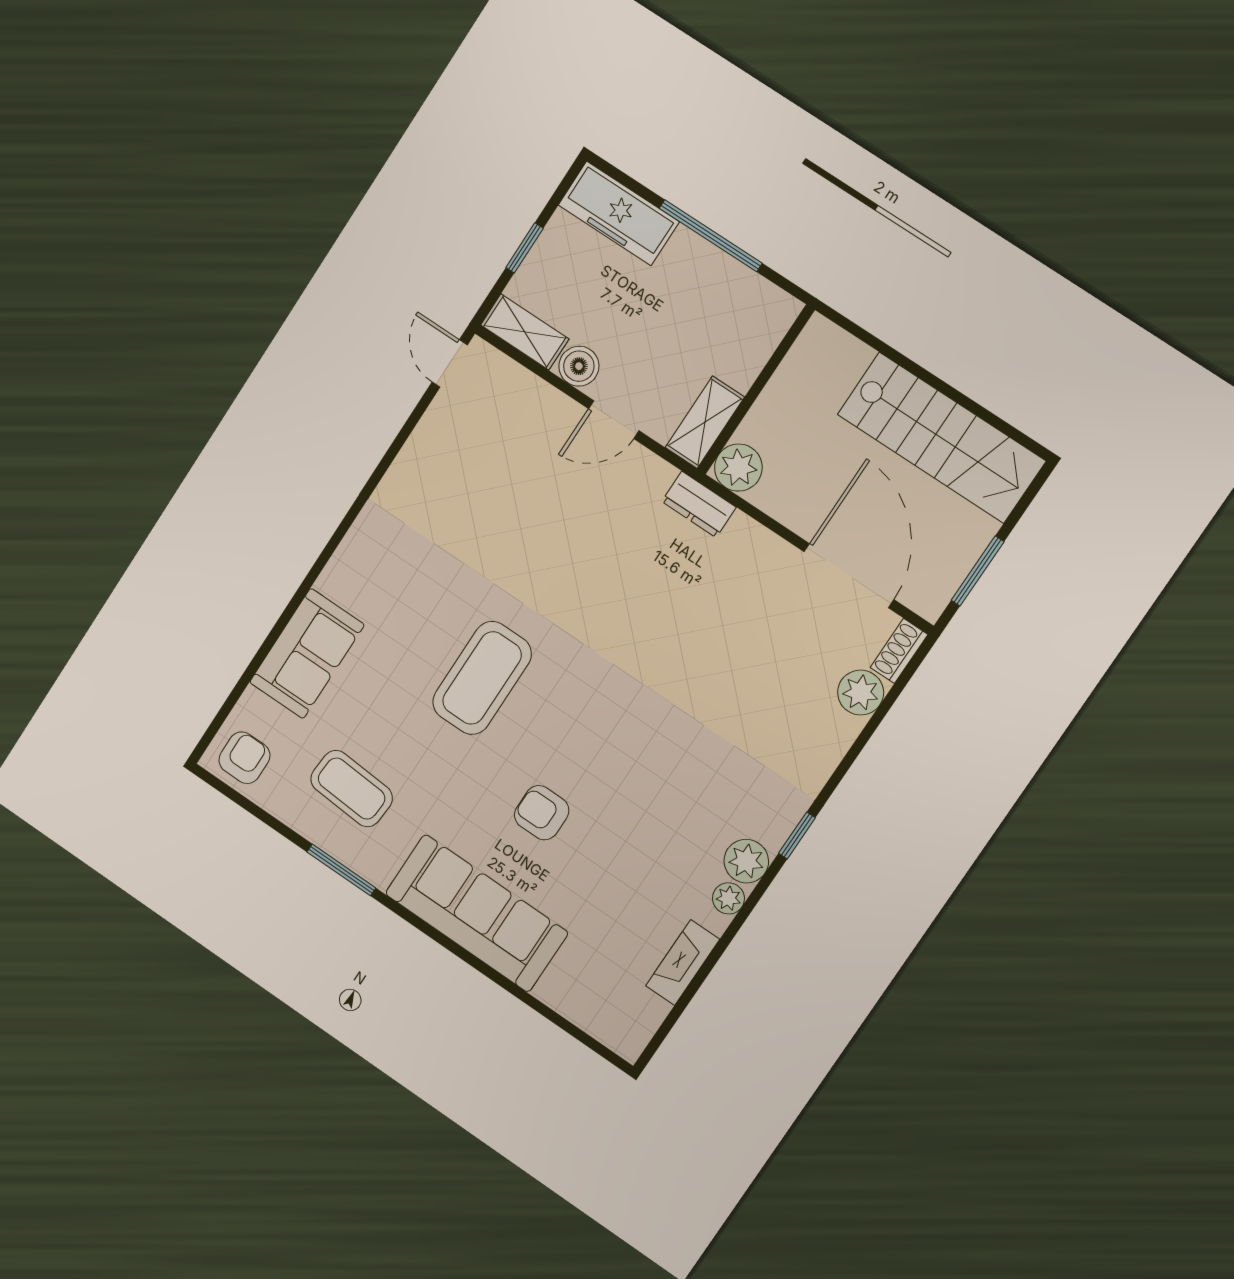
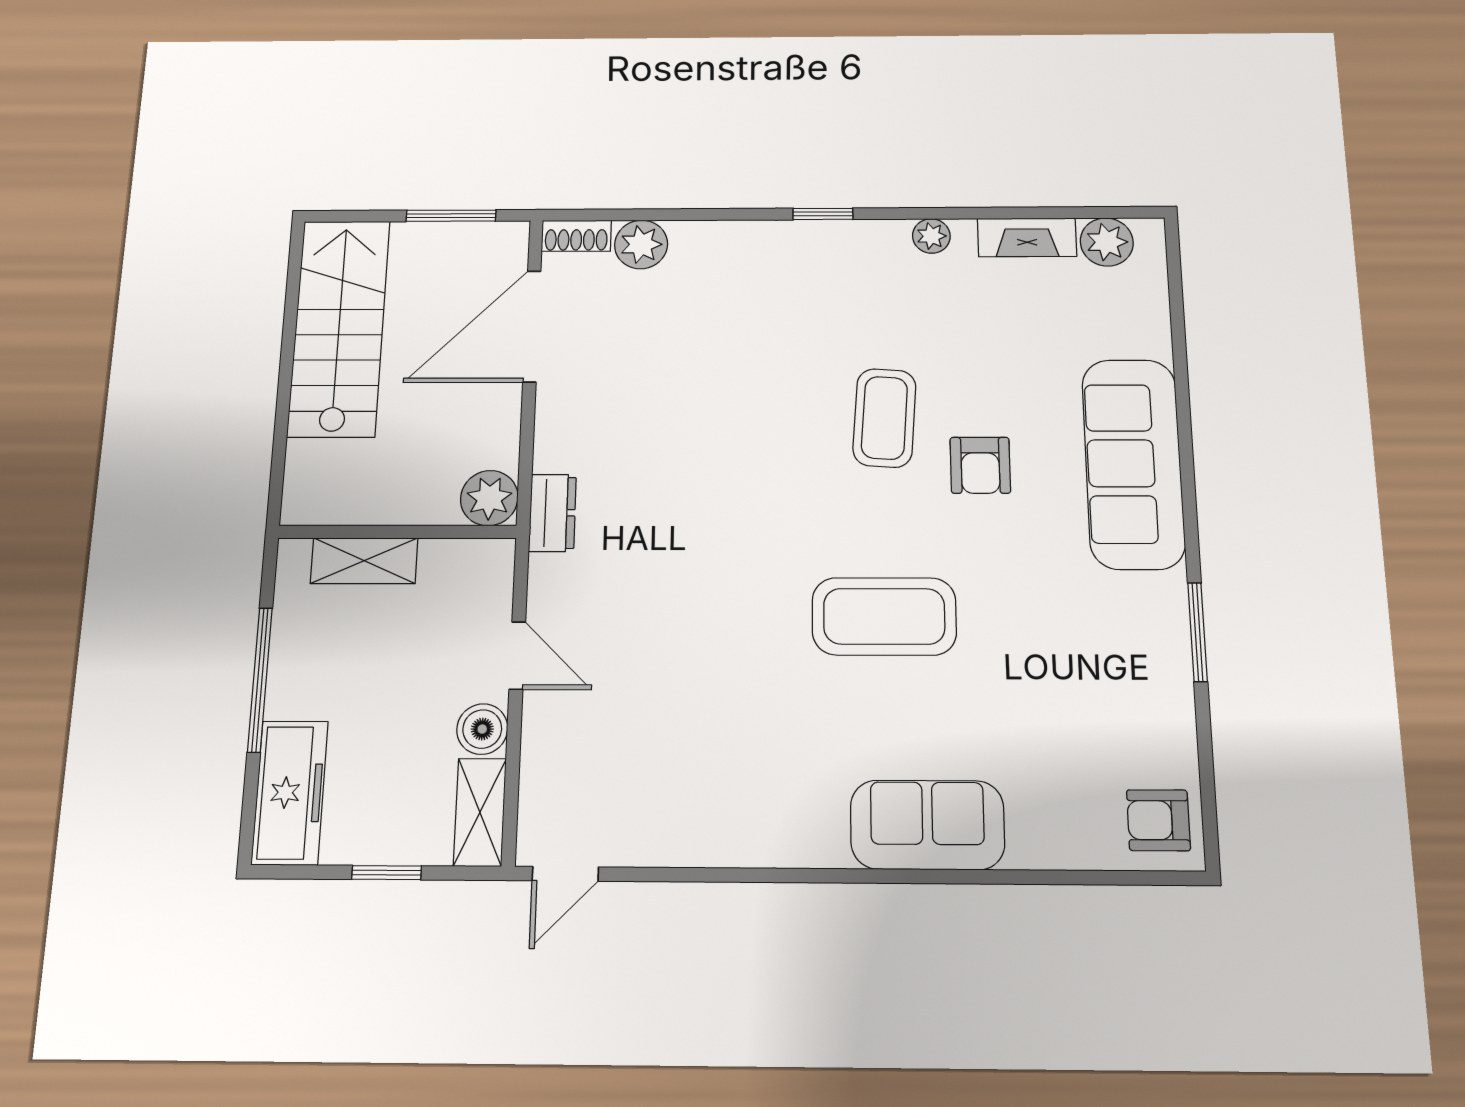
shelving: (705, 422) -> (364, 561), moved
sofa: (307, 654) -> (927, 825), moved
coffee table: (352, 789) -> (884, 418), moved
plant: (746, 861) -> (1107, 242), moved

